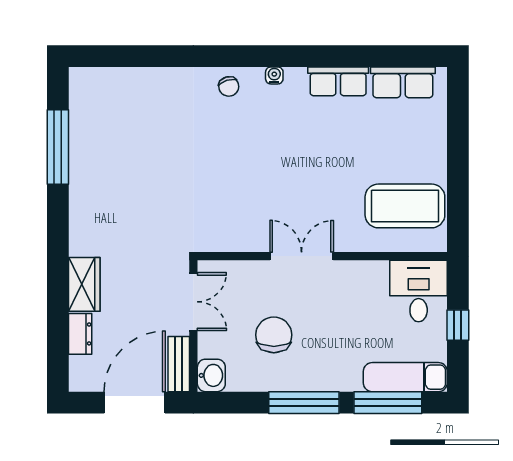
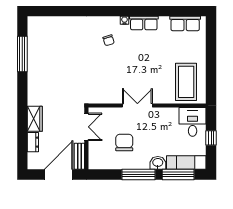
row of seats: (338, 81) -> (144, 23), moved
chair: (229, 86) -> (109, 40), moved
coffee table: (405, 206) -> (186, 82), turned 90
washbasin: (211, 375) -> (158, 163), moved, turned -90

